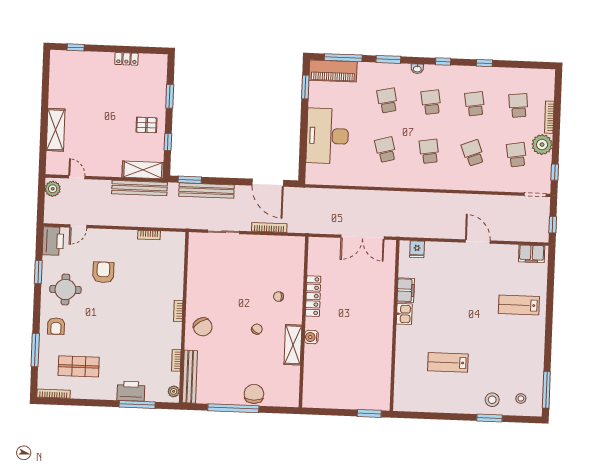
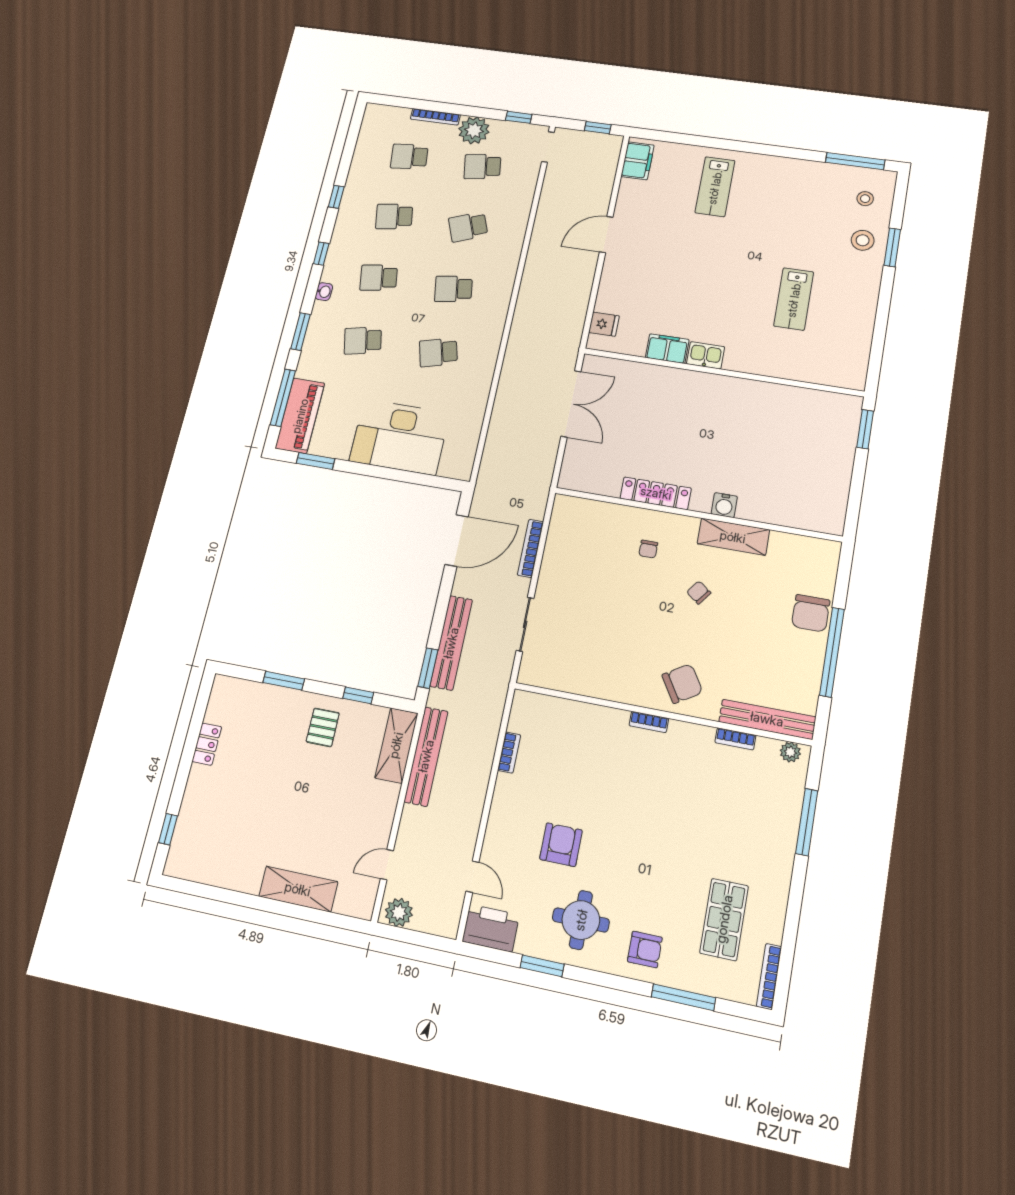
armchair: (103, 272) -> (561, 845), turned 90
printer: (131, 391) -> (781, 829), removed
chair: (254, 394) -> (811, 613), turned -90

